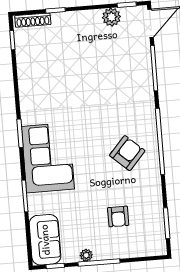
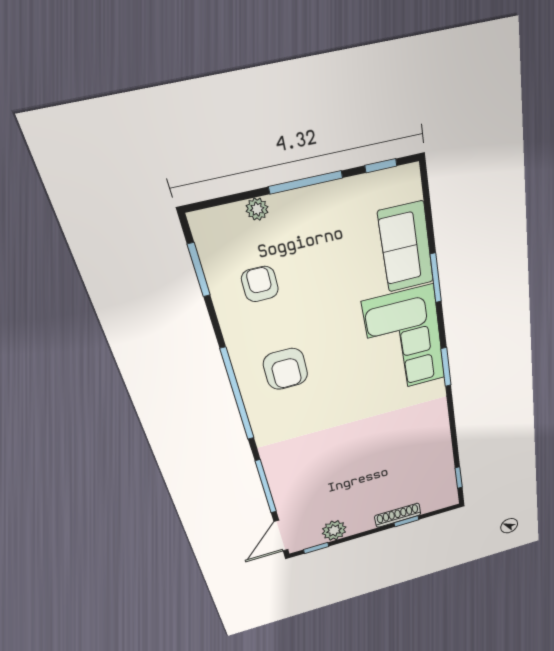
shoe rack: (33, 20) -> (398, 515), moved
armchair: (127, 153) -> (286, 369), turned -42
armchair: (118, 216) -> (260, 284), moved
sofa: (45, 240) -> (406, 247), moved
plant: (86, 255) -> (257, 209), moved

